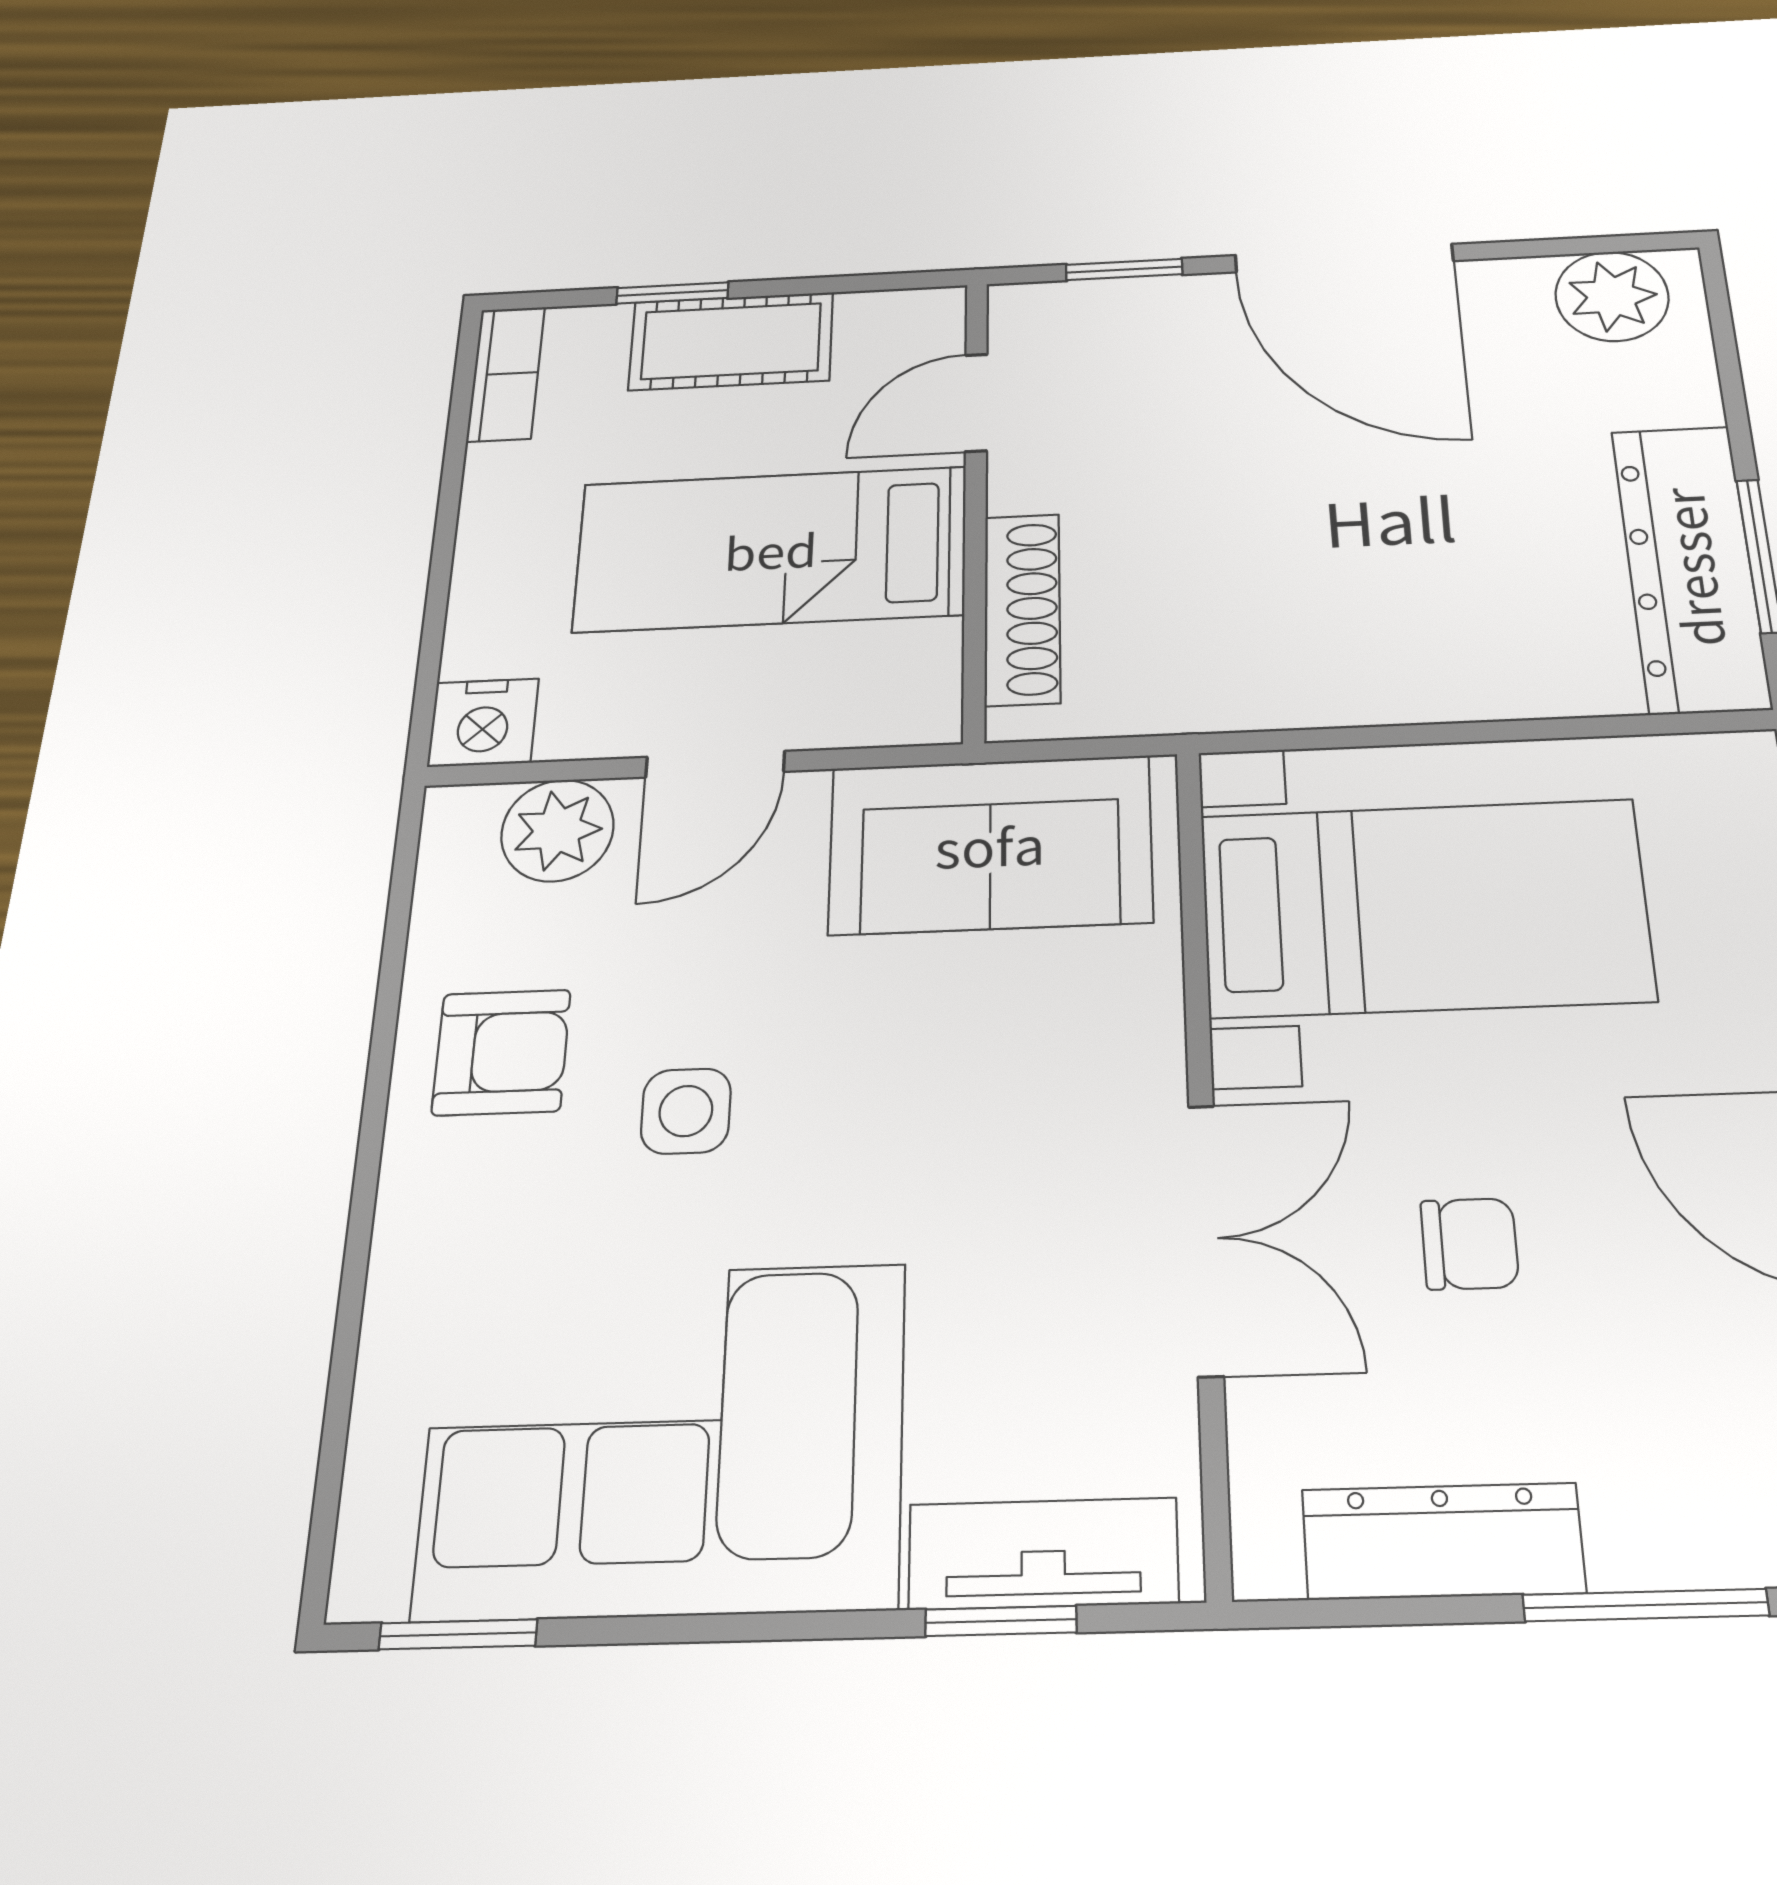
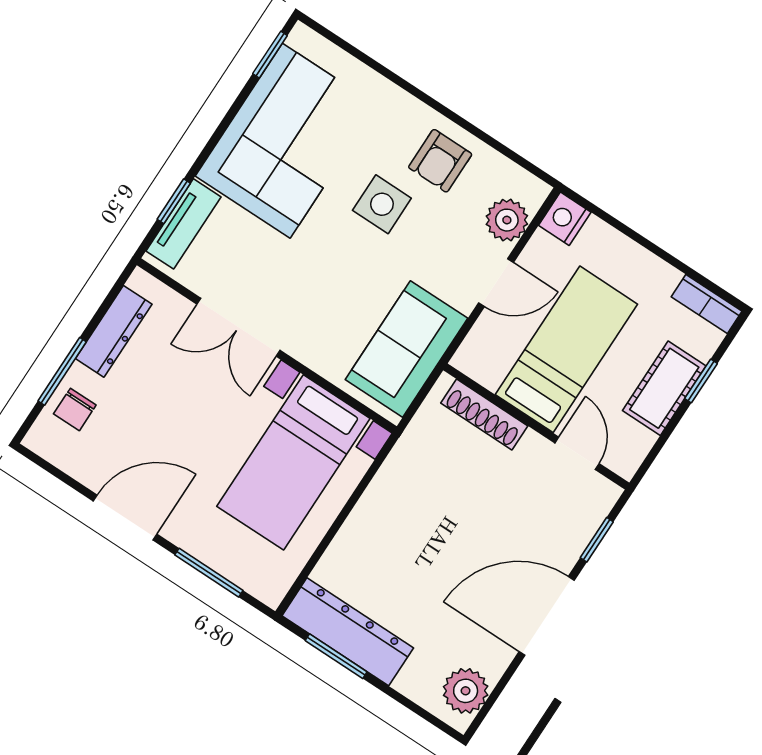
door: (715, 764) -> (496, 283), swing flipped
side table: (686, 1111) -> (382, 204), width x1.37, depth x1.37
chair: (1470, 1244) -> (75, 409), moved

